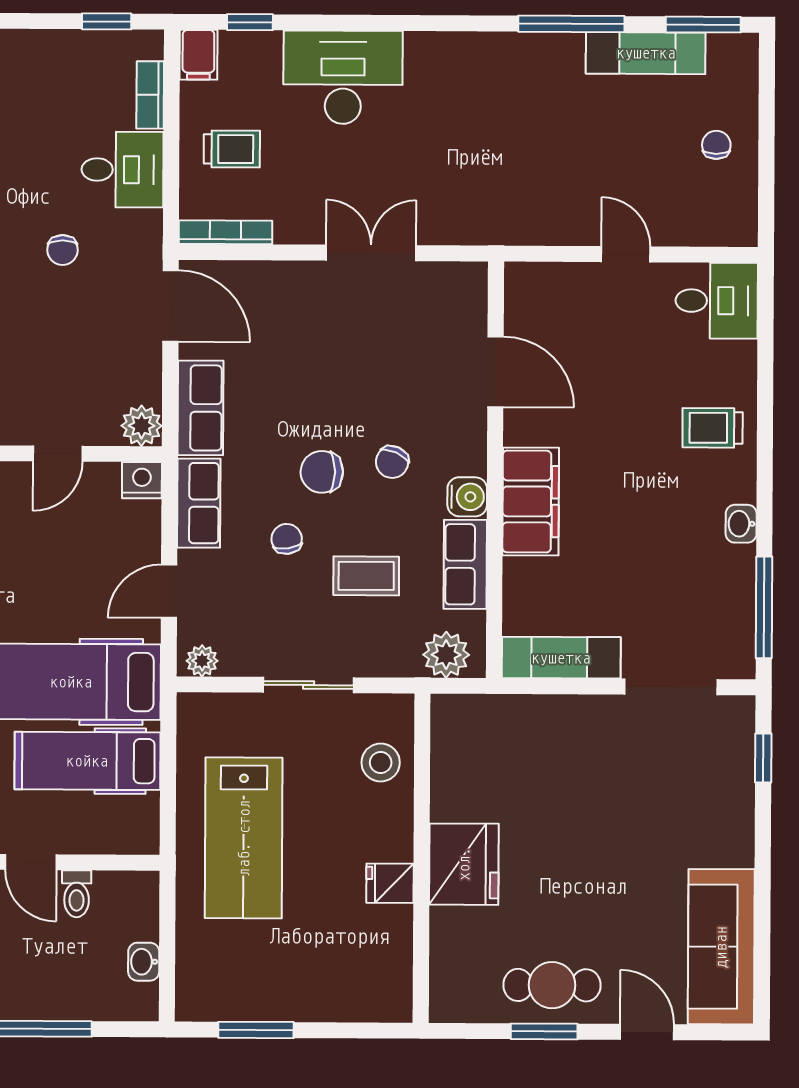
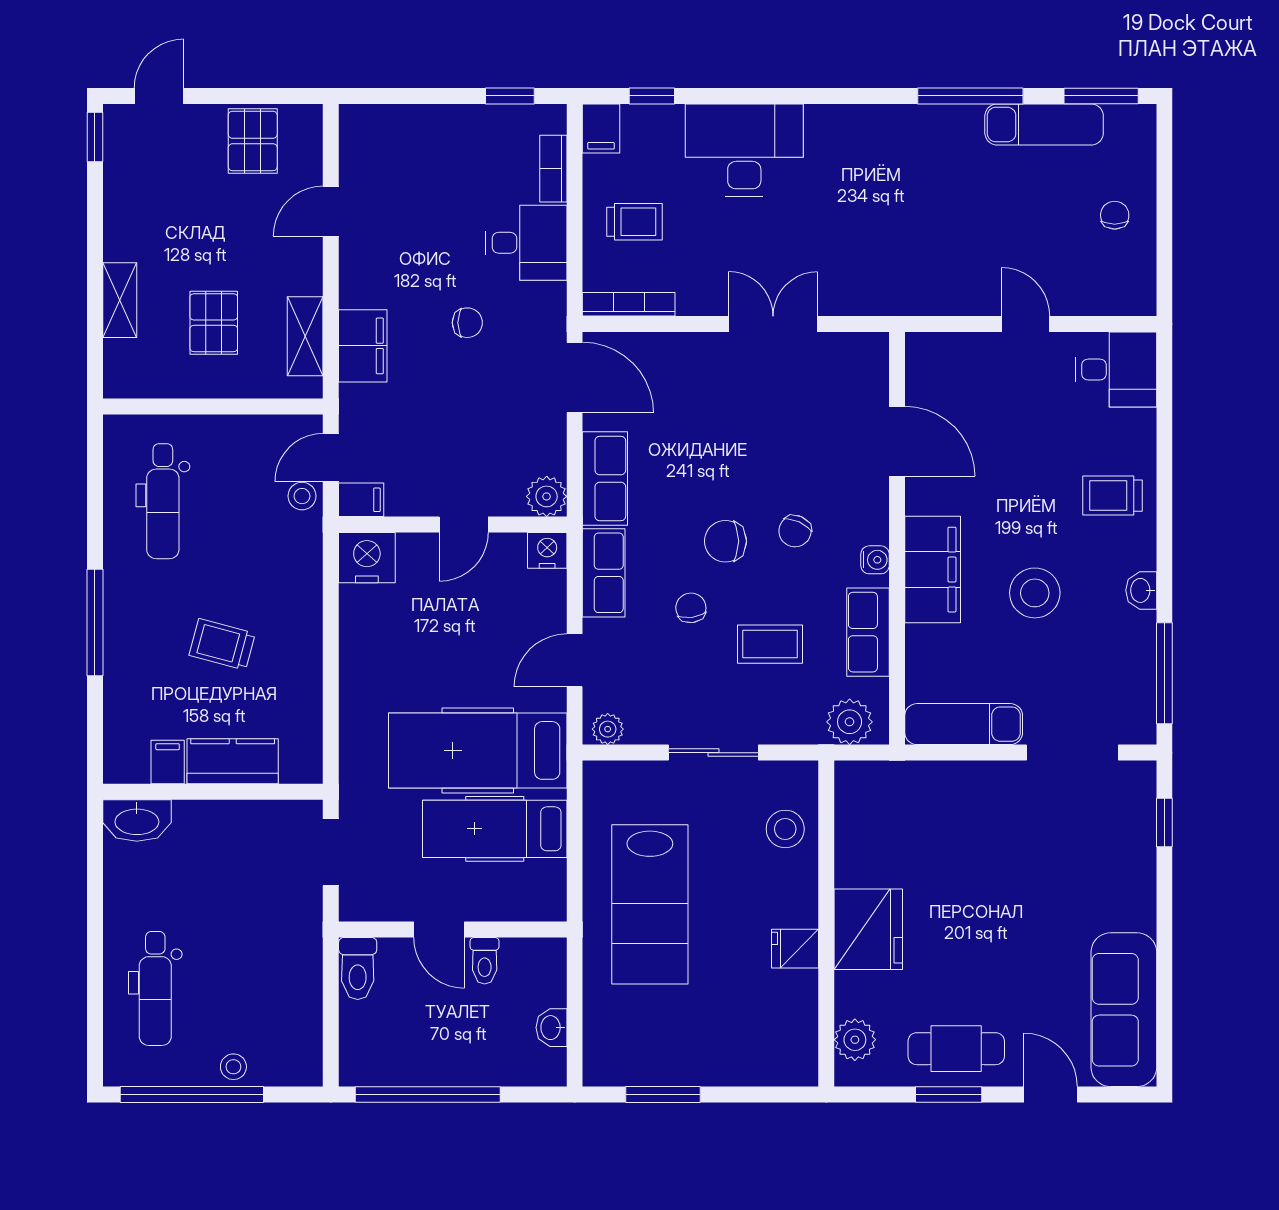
chair: (63, 250) -> (467, 323), turned -90
water cooler: (467, 497) -> (875, 560), width x0.72, depth x0.72
stool: (634, 526) -> (1035, 593), added
plant: (450, 976) -> (855, 1040), added

